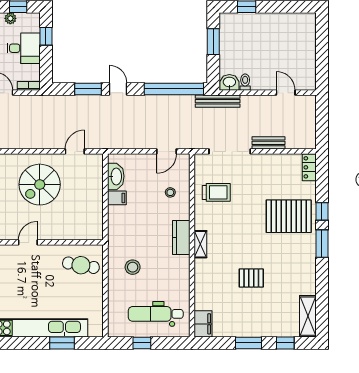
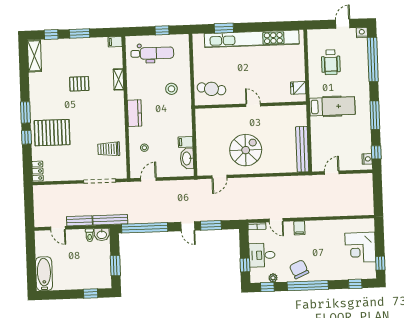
bathtub: (306, 35) -> (44, 274), added
bench: (269, 143) -> (79, 221), moved
door: (28, 242) -> (253, 105), swing flipped
shelving: (200, 244) -> (119, 79), moved
filing cabinet: (203, 324) -> (115, 42), width x0.50

